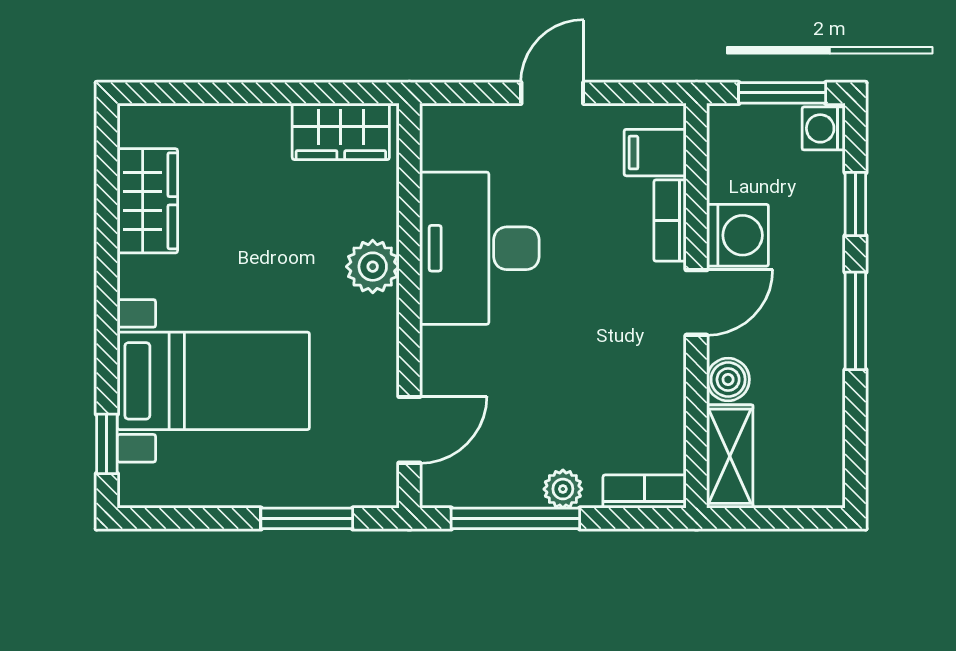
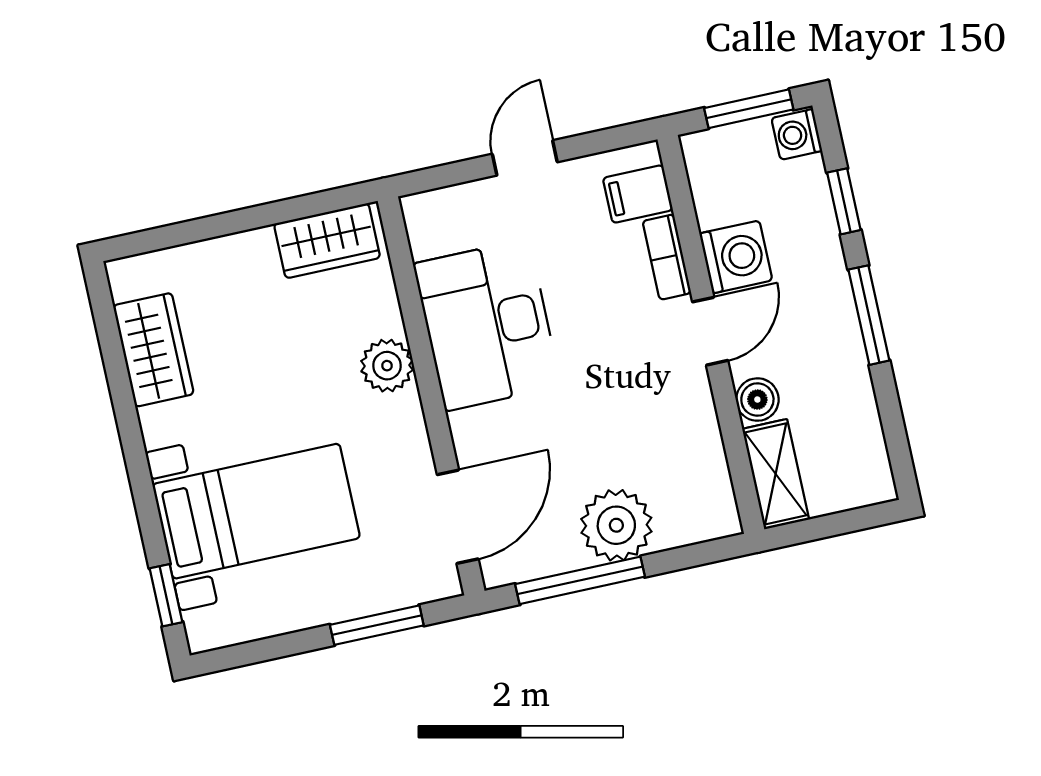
door: (409, 430) -> (458, 517), width x1.38
plant: (563, 489) -> (616, 525), width x1.87, depth x1.87
bookcase: (645, 492) -> (700, 527), removed

